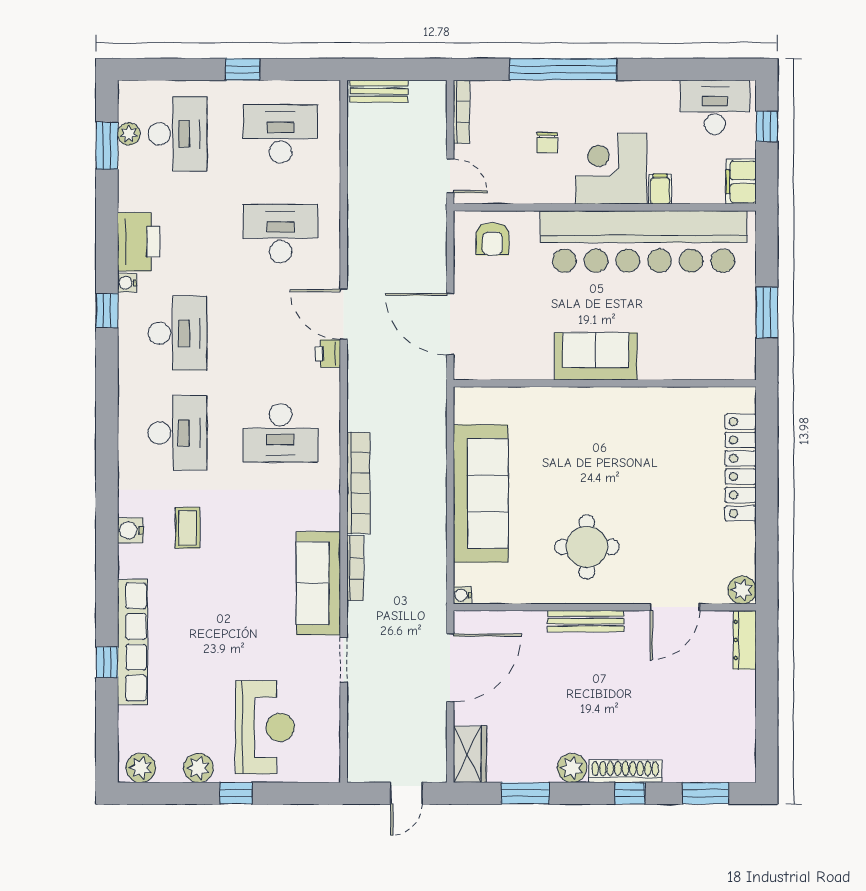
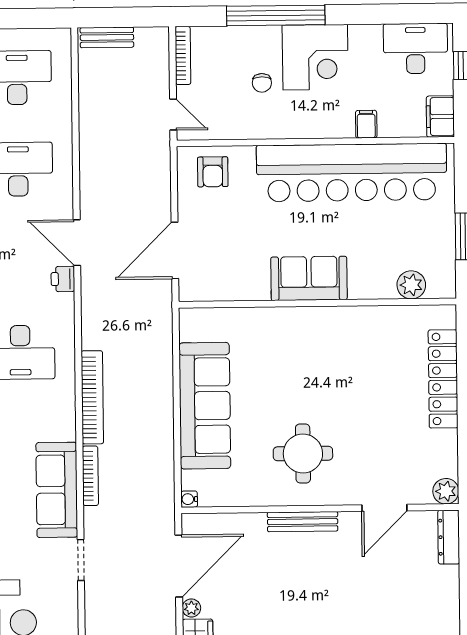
corner desk: (611, 169) -> (315, 57), moved, turned 180
door: (450, 324) -> (175, 250), hinge flipped
plant: (707, 365) -> (411, 285), added
plant: (463, 714) -> (191, 608), added

